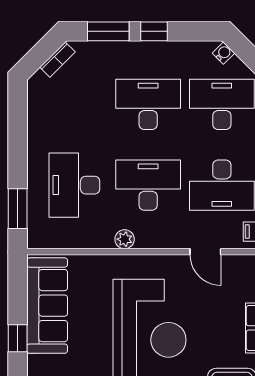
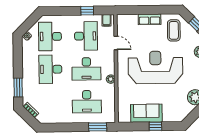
window: (154, 31) -> (18, 67), removed
desk: (148, 185) -> (86, 69), turned -90
door: (205, 252) -> (116, 43), hinge flipped
sofa: (47, 306) -> (146, 113), width x0.73

